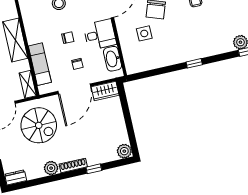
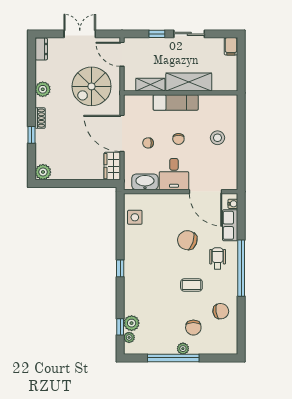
side table: (144, 33) -> (135, 217), moved
exam couch: (40, 64) -> (176, 103), moved
shelving: (28, 84) -> (150, 85), moved
shoe rack: (73, 165) -> (40, 118), width x0.70

